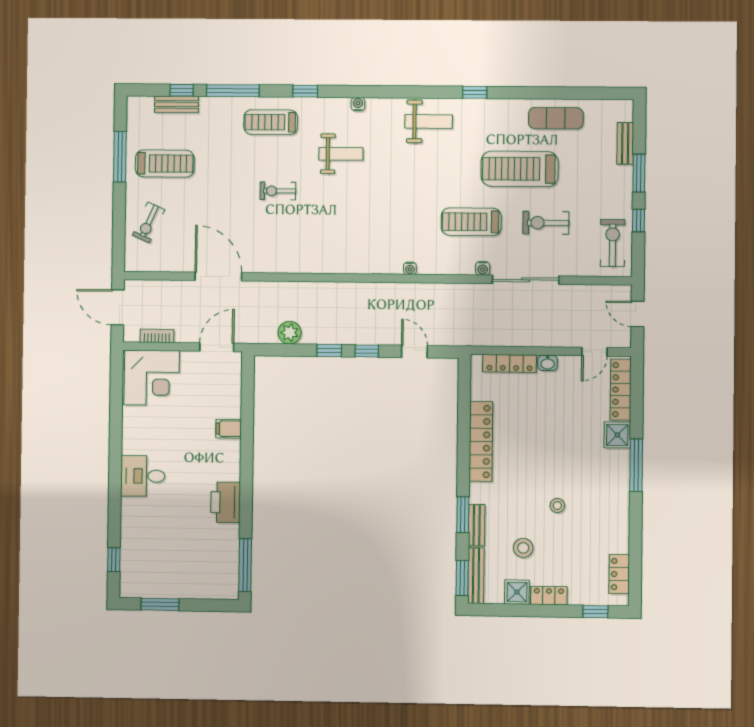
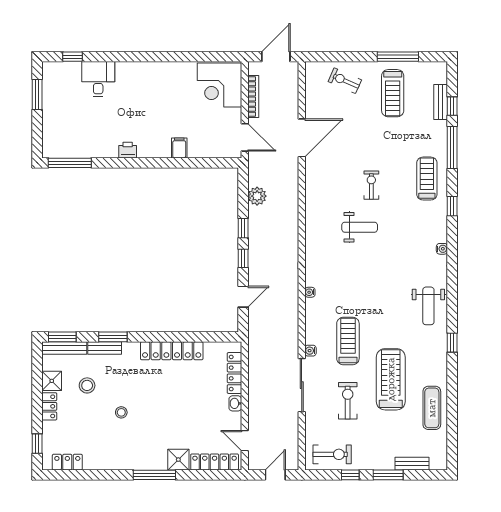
weight bench: (341, 154) -> (360, 227), moved, turned -90
bookcase: (157, 336) -> (253, 97), width x1.56
desk: (143, 476) -> (98, 79), moved
printer: (226, 502) -> (128, 150), width x0.53, depth x0.68

